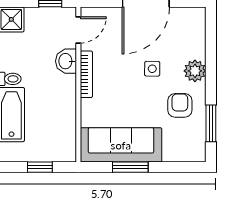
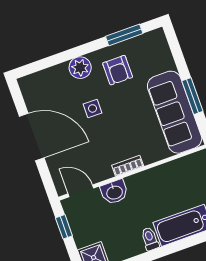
bookcase: (86, 74) -> (128, 166), width x0.64
armchair: (180, 105) -> (118, 70), turned -90

